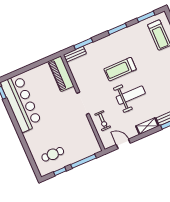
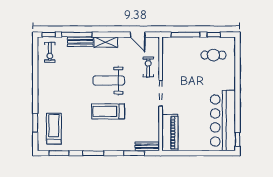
treadmill: (120, 69) -> (108, 111), turned 180

